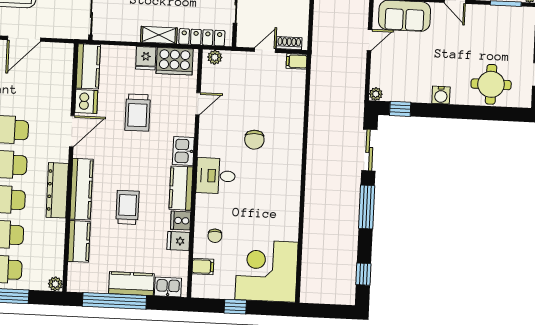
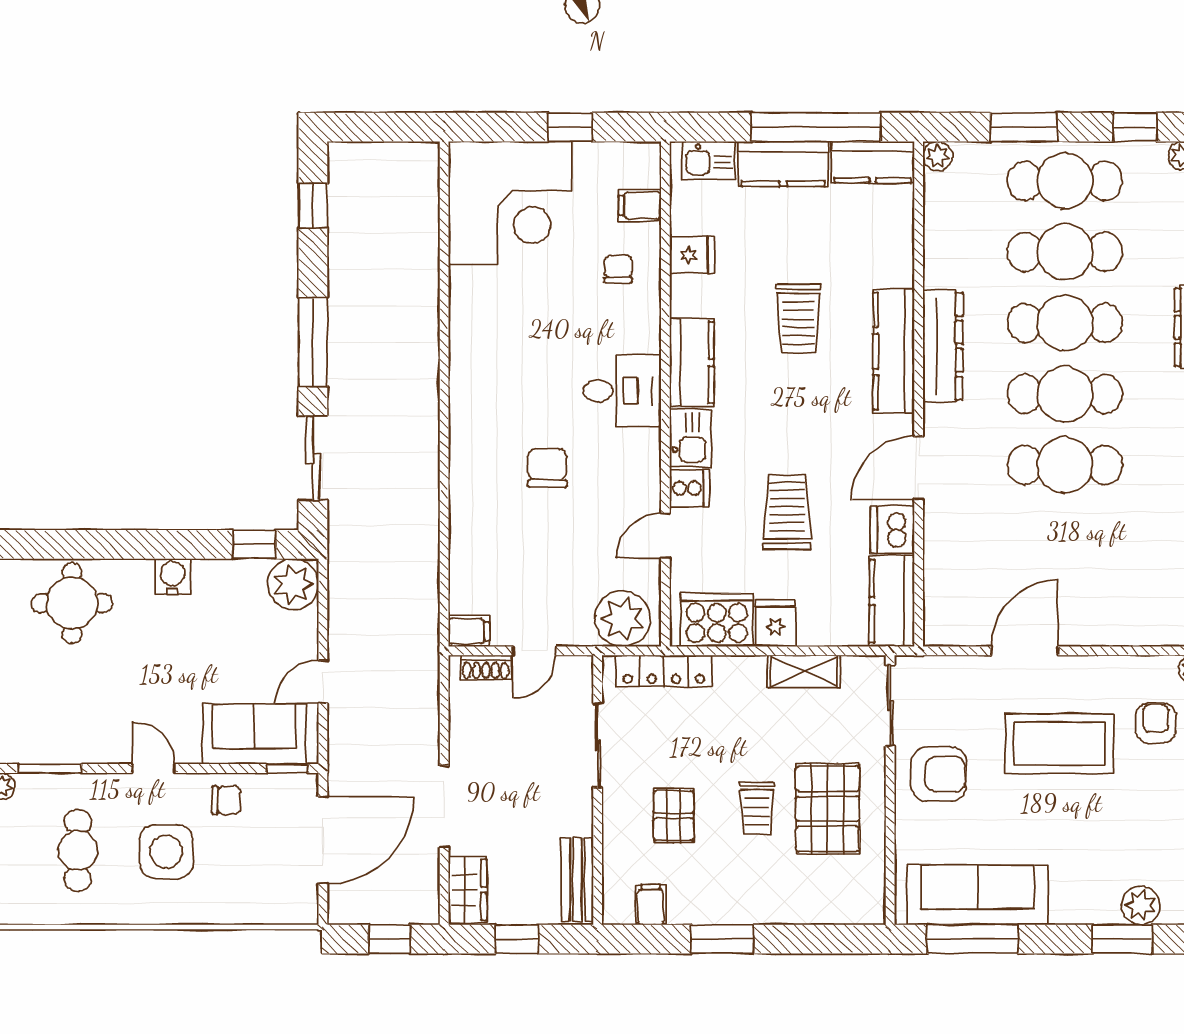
shelving: (159, 35) -> (804, 671), moved
plant: (215, 57) -> (623, 619), width x1.87, depth x1.87
plant: (376, 94) -> (293, 584), width x1.87, depth x1.87
cooker: (181, 221) -> (689, 488), moved
kitchen counter: (79, 241) -> (873, 162), moved, turned -90

